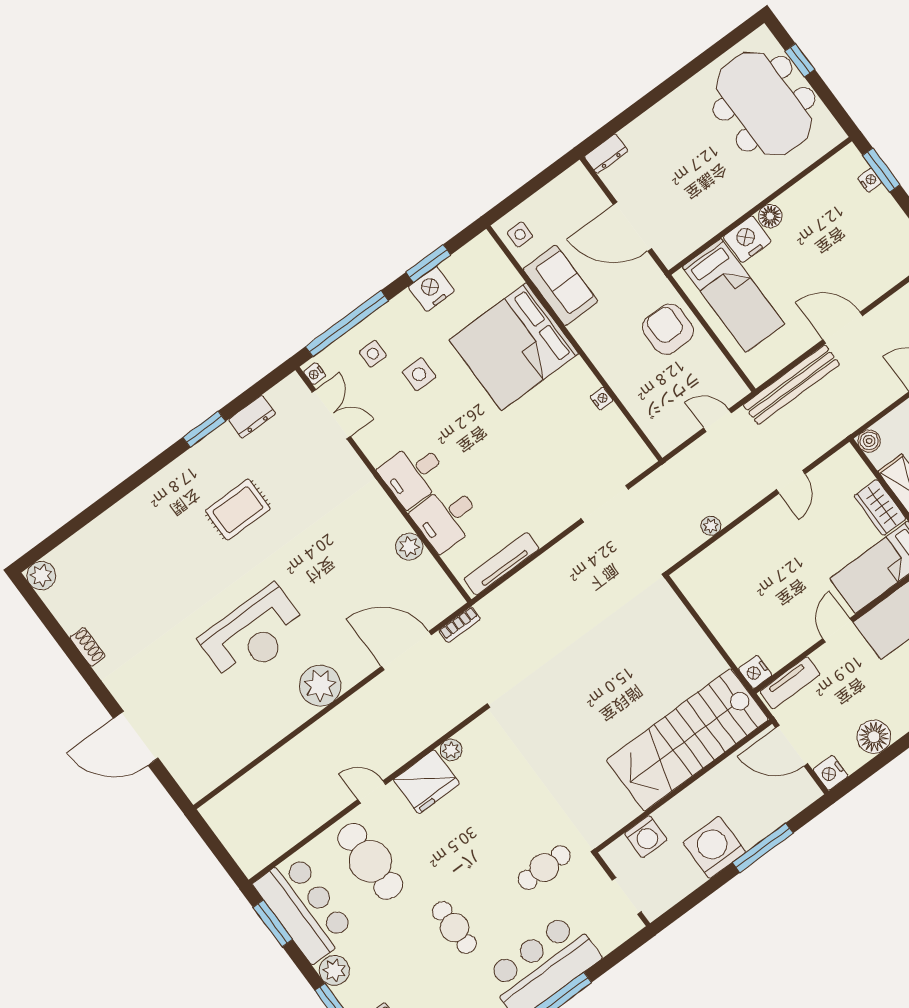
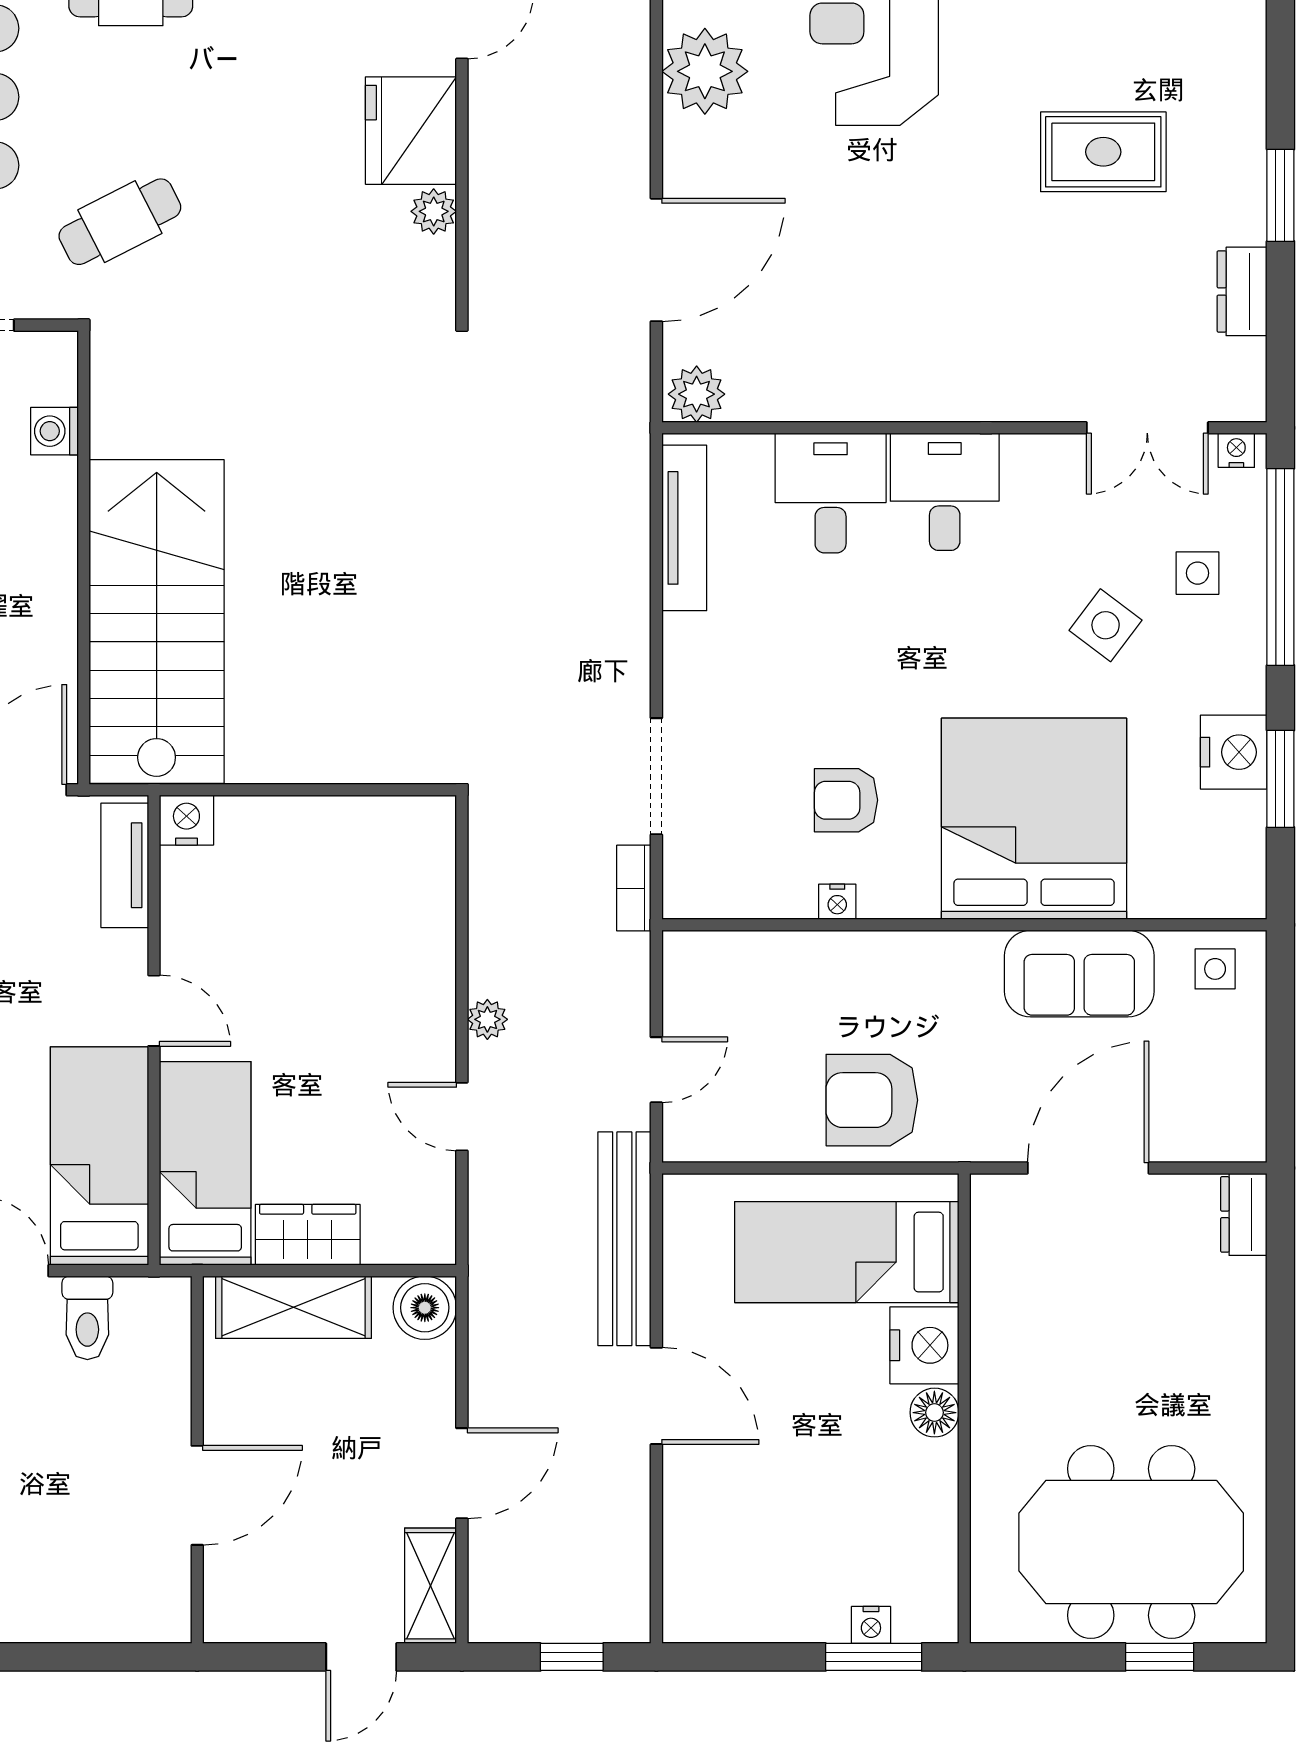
door: (843, 328) -> (656, 1396), hinge flipped
armchair: (668, 329) -> (872, 1100), turned 180
side table: (419, 374) -> (1106, 625), turned 37
armchair: (560, 424) -> (846, 800), added
boiler: (869, 441) -> (425, 1308), width x1.36, depth x1.36
rug: (238, 510) -> (1103, 152), turned 90
plant: (711, 526) -> (487, 1019), moved
plant: (409, 547) -> (697, 394), moved
bookcase: (460, 625) -> (634, 888), moved
washing machine: (646, 837) -> (55, 431), width x0.73, depth x0.73
cafe table: (544, 868) -> (120, 222), turned 63

